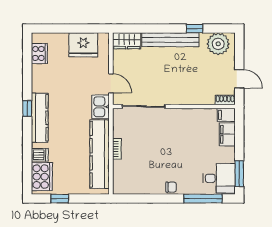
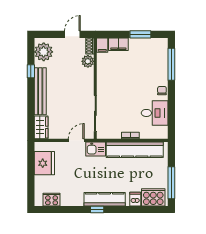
plant: (207, 97) -> (88, 61), added
window: (239, 174) -> (140, 34), moved
desk: (219, 178) -> (155, 113), moved, turned 90
window: (60, 199) -> (171, 183), width x2.17

